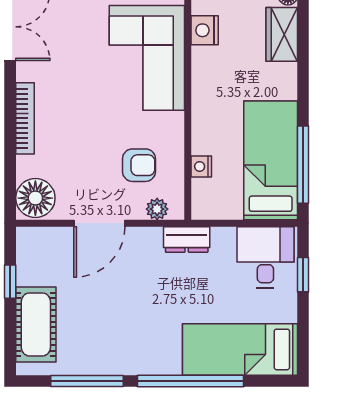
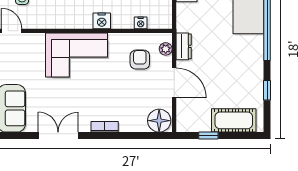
nightstand: (205, 30) -> (102, 21), moved
bookcase: (25, 118) -> (105, 127), width x0.64
dresser: (187, 239) -> (184, 46), moved
window: (87, 381) -> (267, 90), width x0.46

